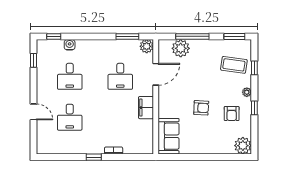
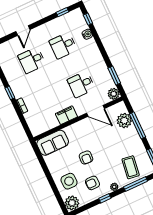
window: (254, 68) -> (136, 184), width x2.17
side table: (218, 138) -> (69, 181), added

